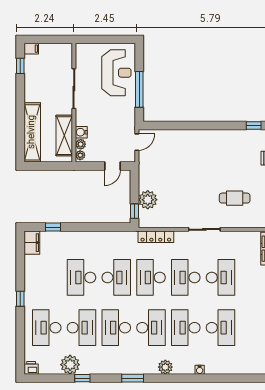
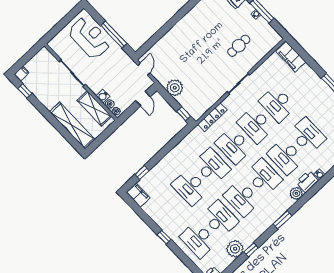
plant: (148, 200) -> (175, 88), moved
desk: (220, 277) -> (277, 104), turned 180
printer: (184, 366) -> (307, 181), added

